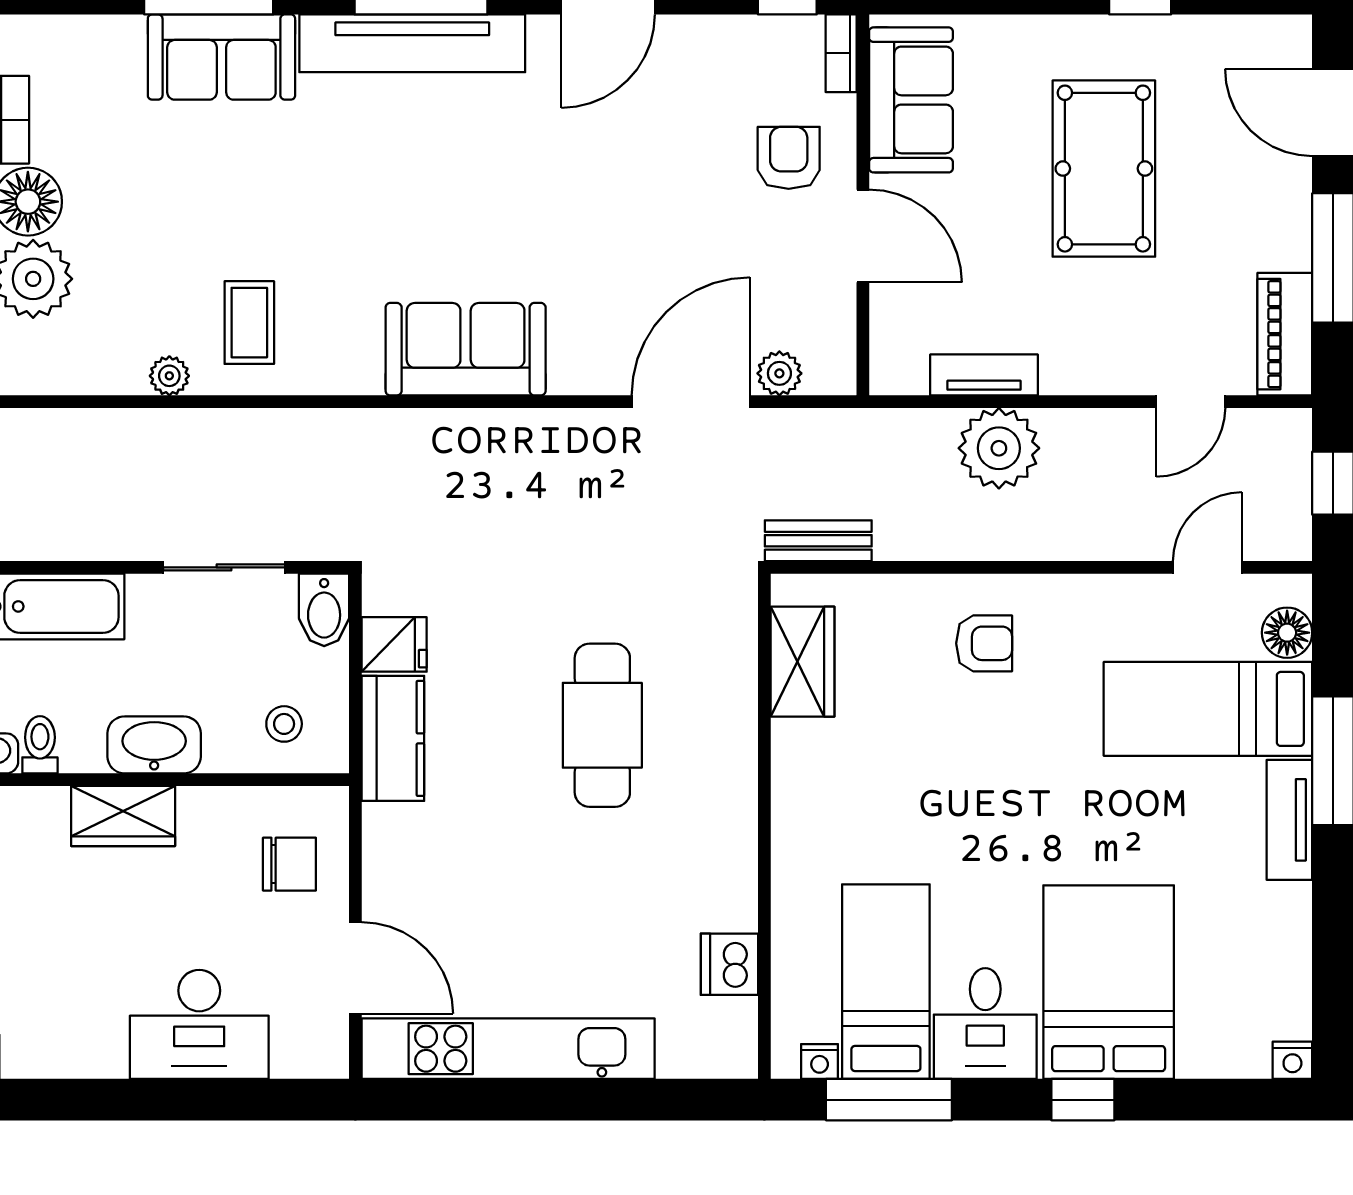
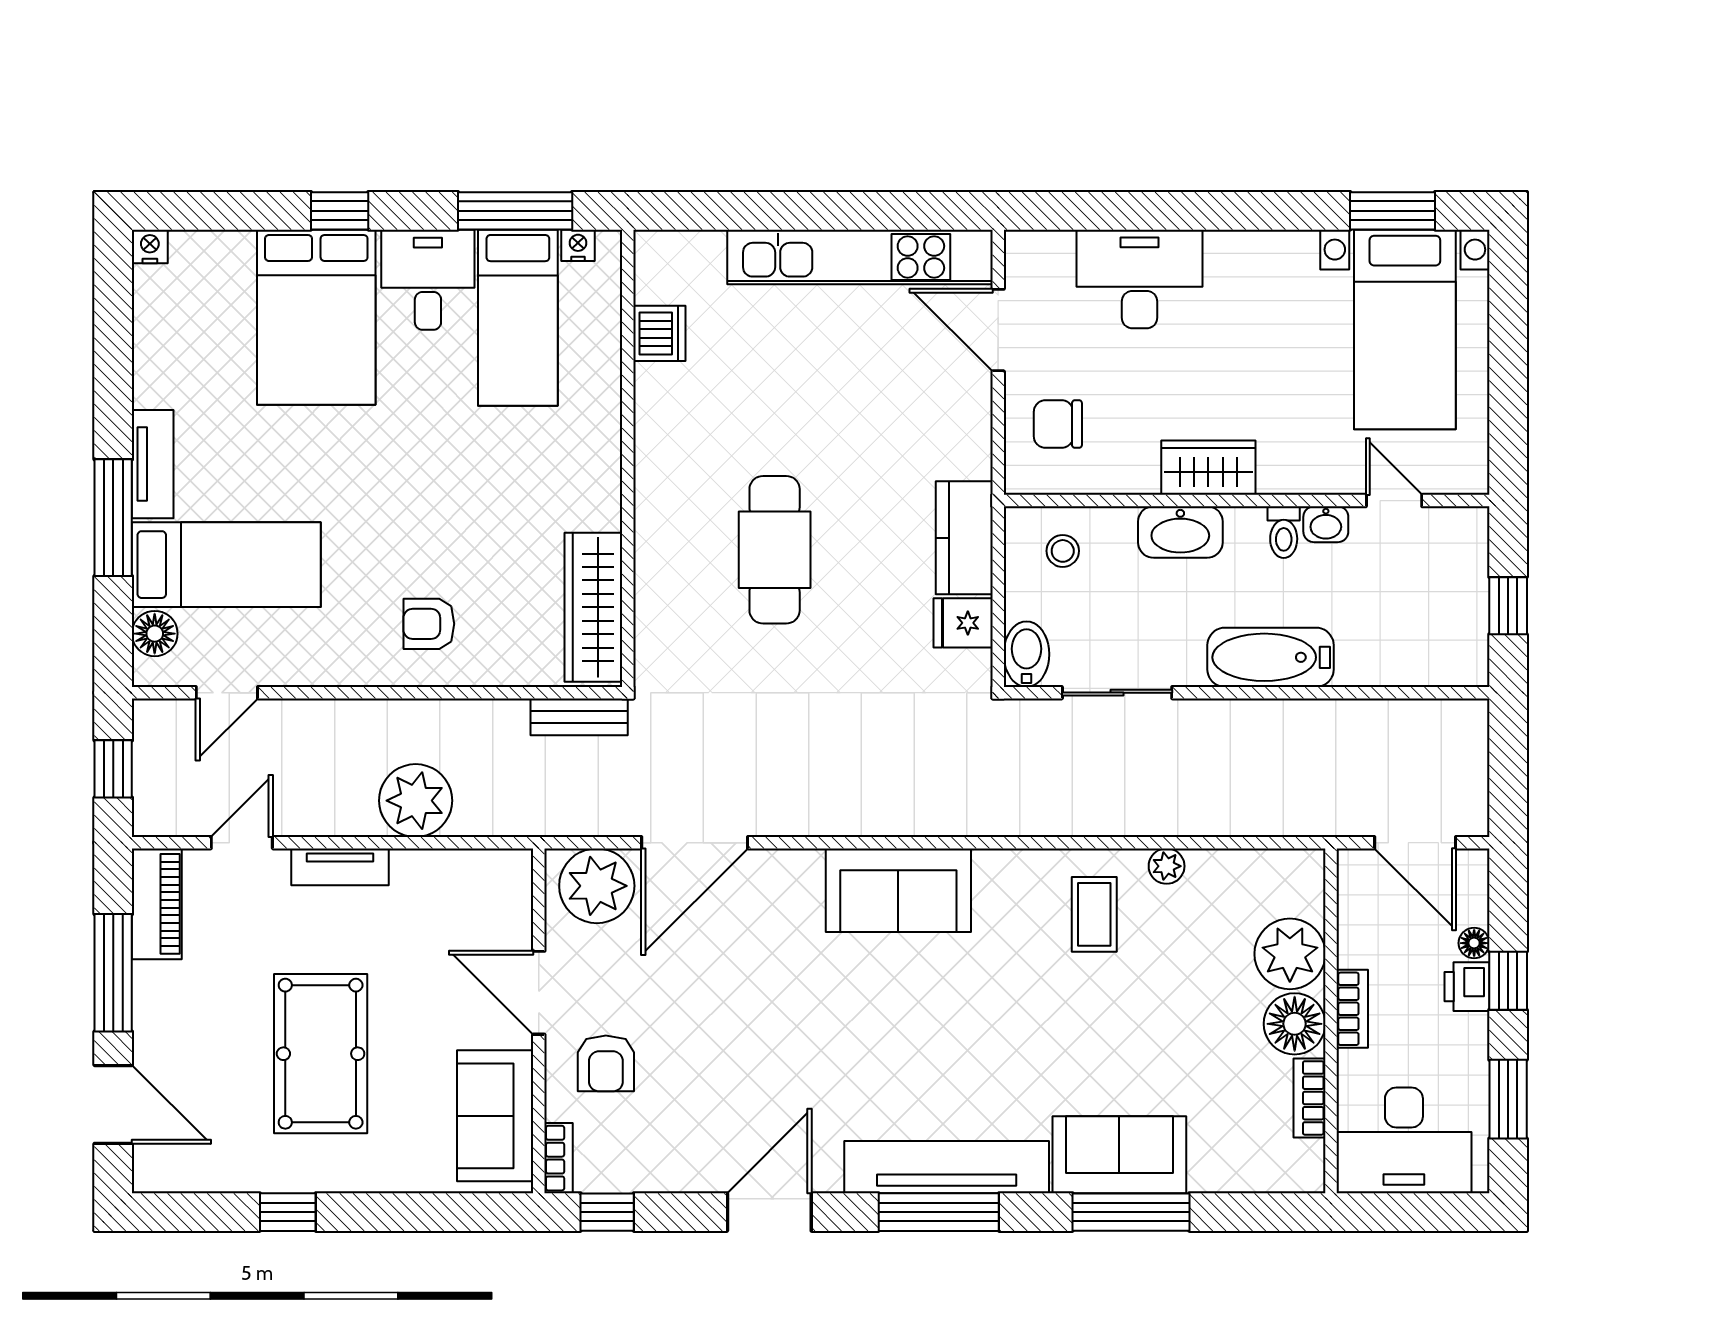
plant: (779, 373) -> (597, 886), width x1.87, depth x1.87
tv unit: (984, 375) -> (340, 867), moved
wardrobe: (803, 662) -> (593, 607), width x1.50

